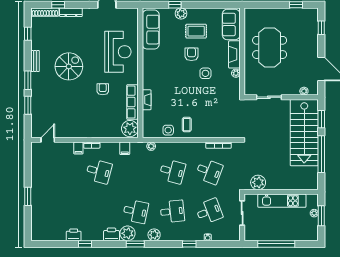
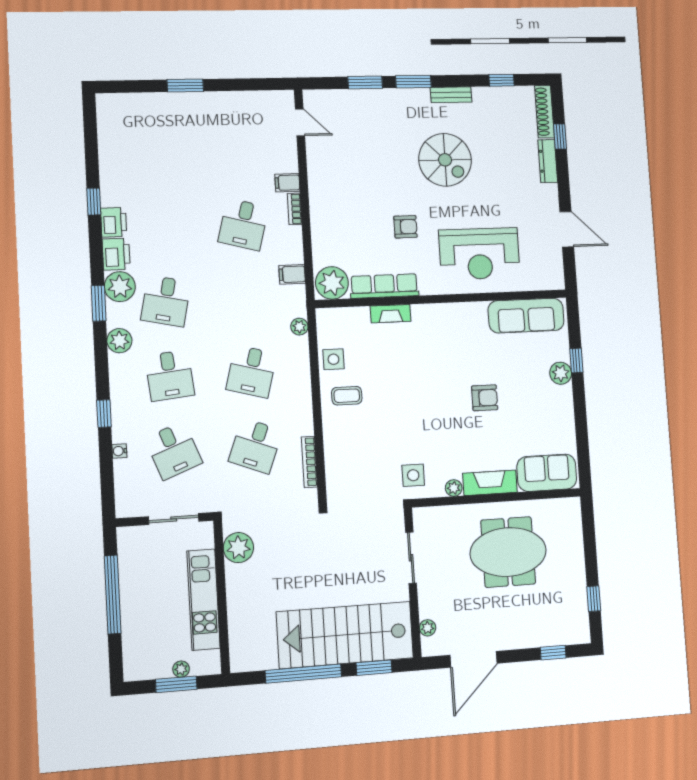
rug: (196, 31) -> (529, 405), removed
side table: (205, 73) -> (413, 475), moved
printer: (74, 235) -> (114, 222), moved

